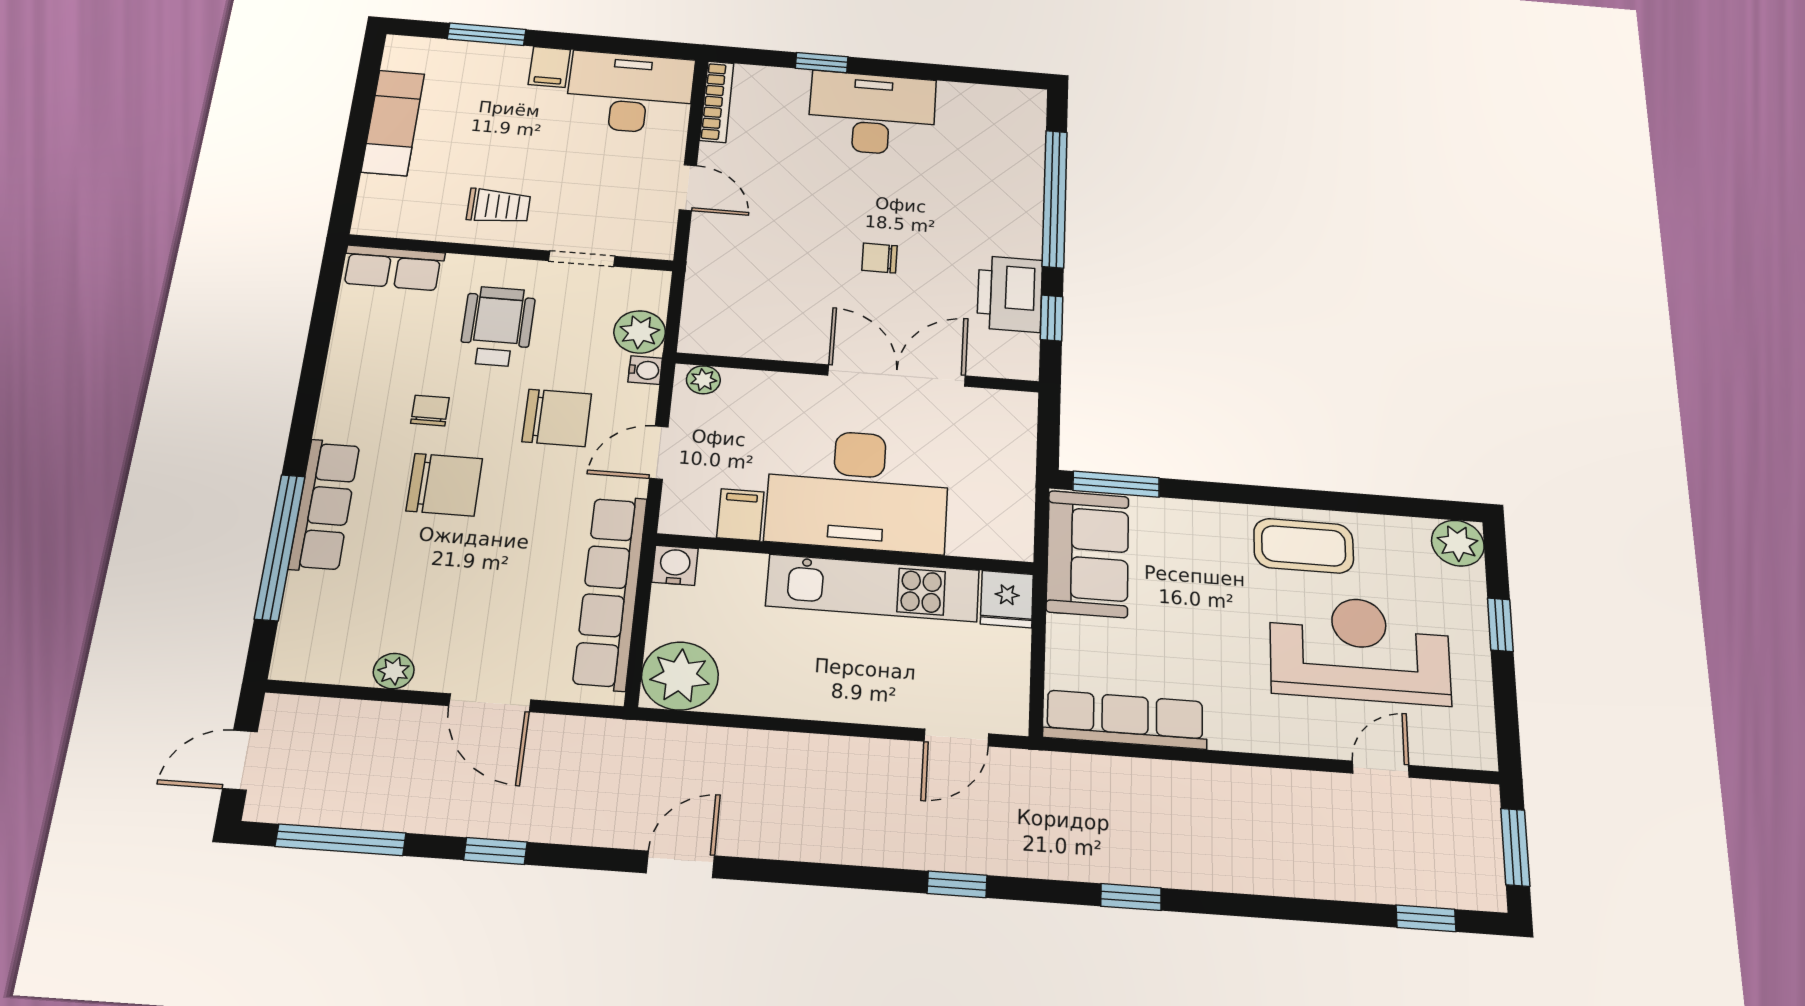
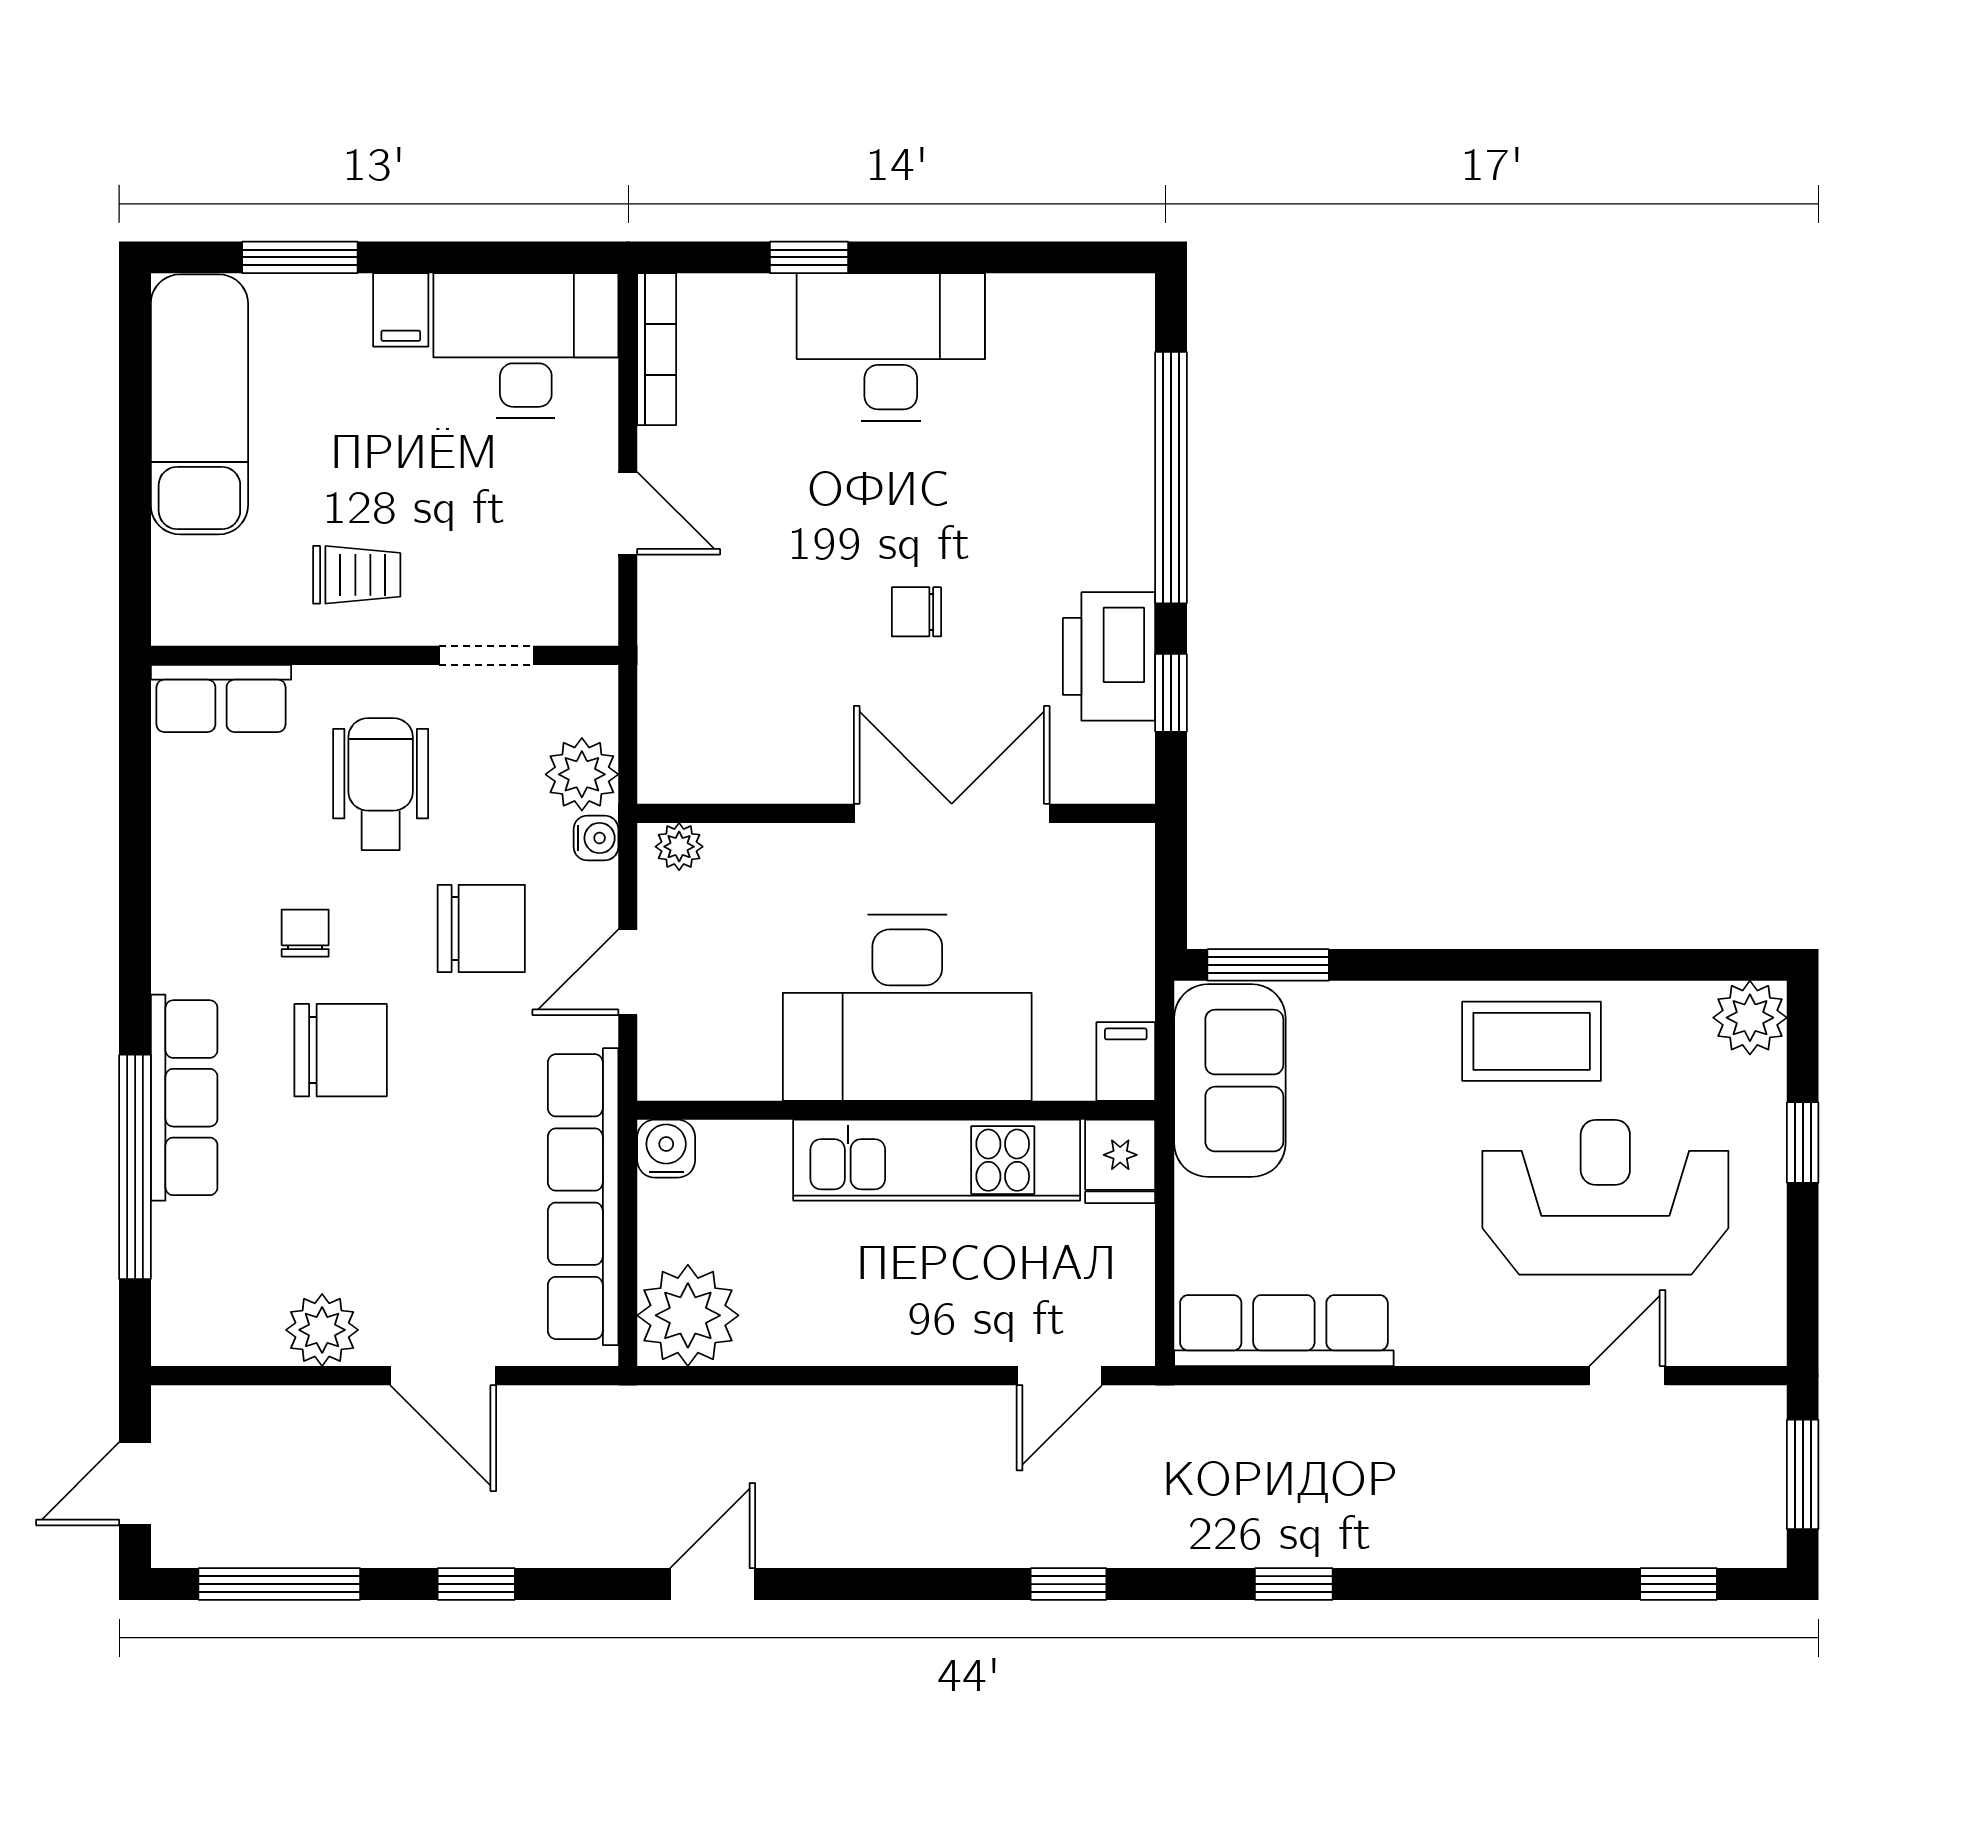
exam couch: (393, 123) -> (199, 404), width x1.36, depth x1.45
filing cabinet: (740, 515) -> (1126, 1061), moved
plant: (394, 671) -> (322, 1330), width x1.38, depth x1.38

